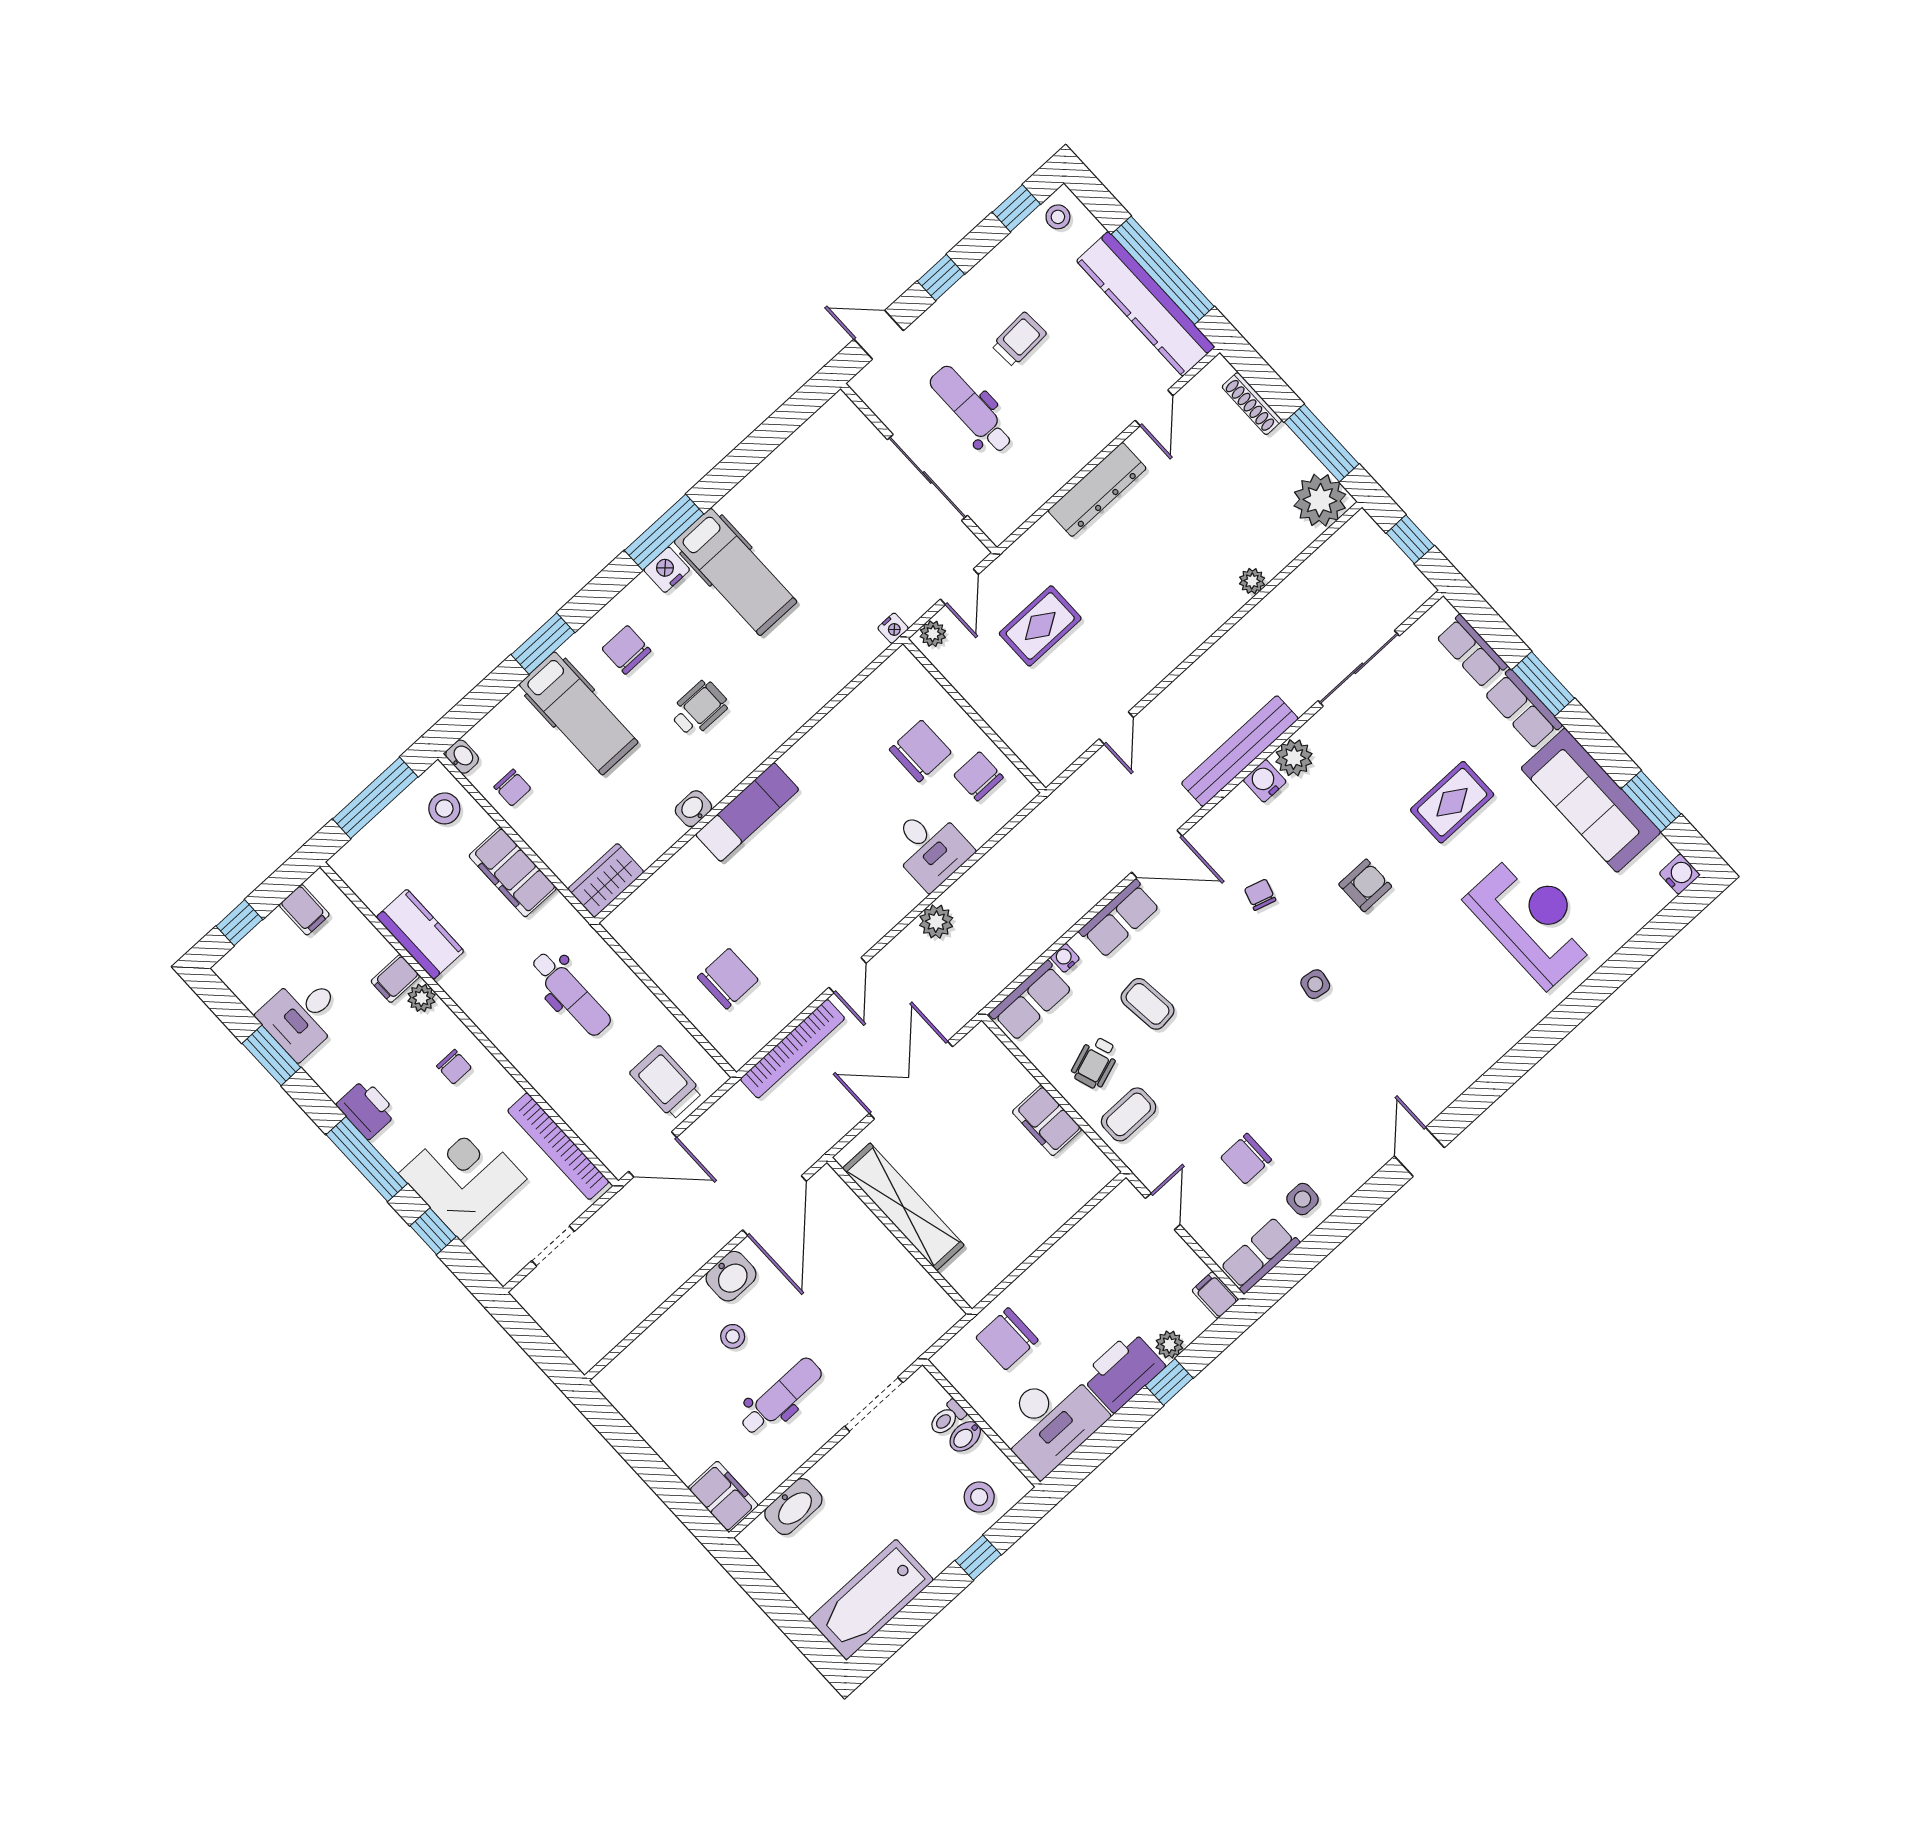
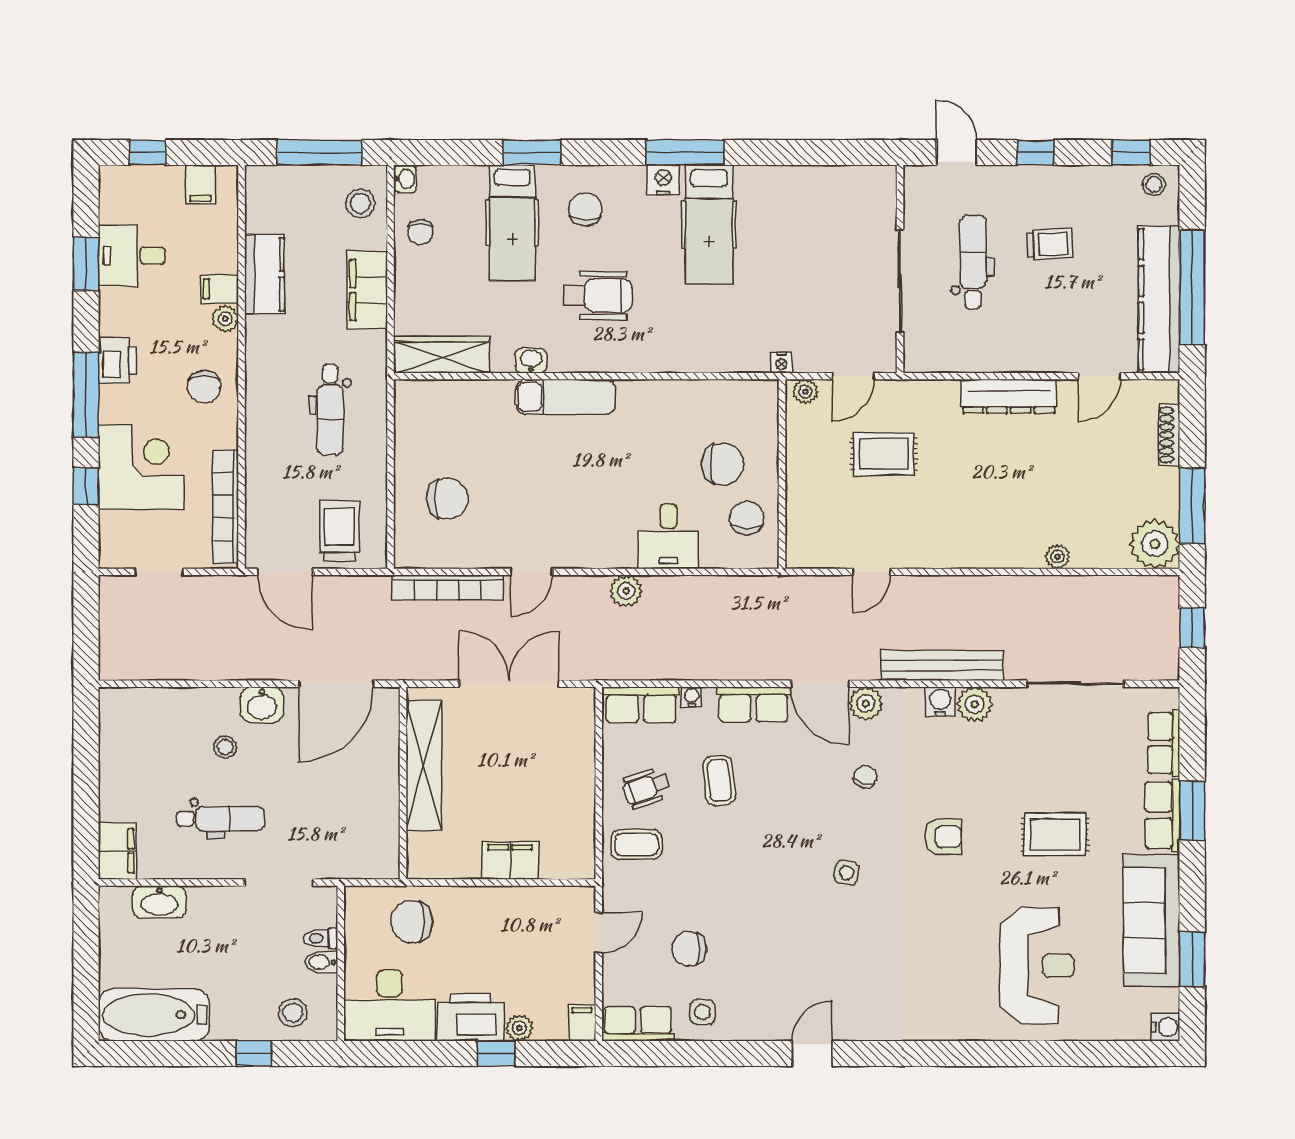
wheelchair: (699, 708) -> (598, 295), width x1.36, depth x1.37
plant: (1207, 836) -> (866, 703), added
wardrobe: (606, 880) -> (442, 355), width x1.50
chair: (454, 1067) -> (204, 387), width x1.37, depth x1.37
filing cabinet: (1047, 1121) -> (510, 861), moved, turned 90

